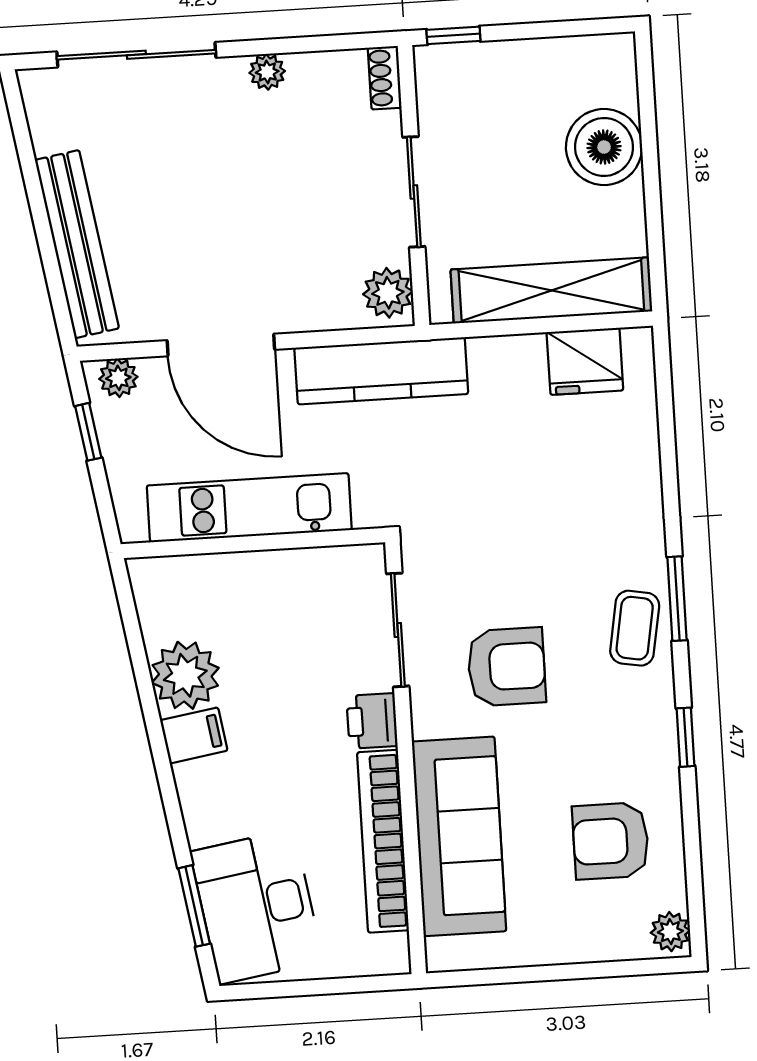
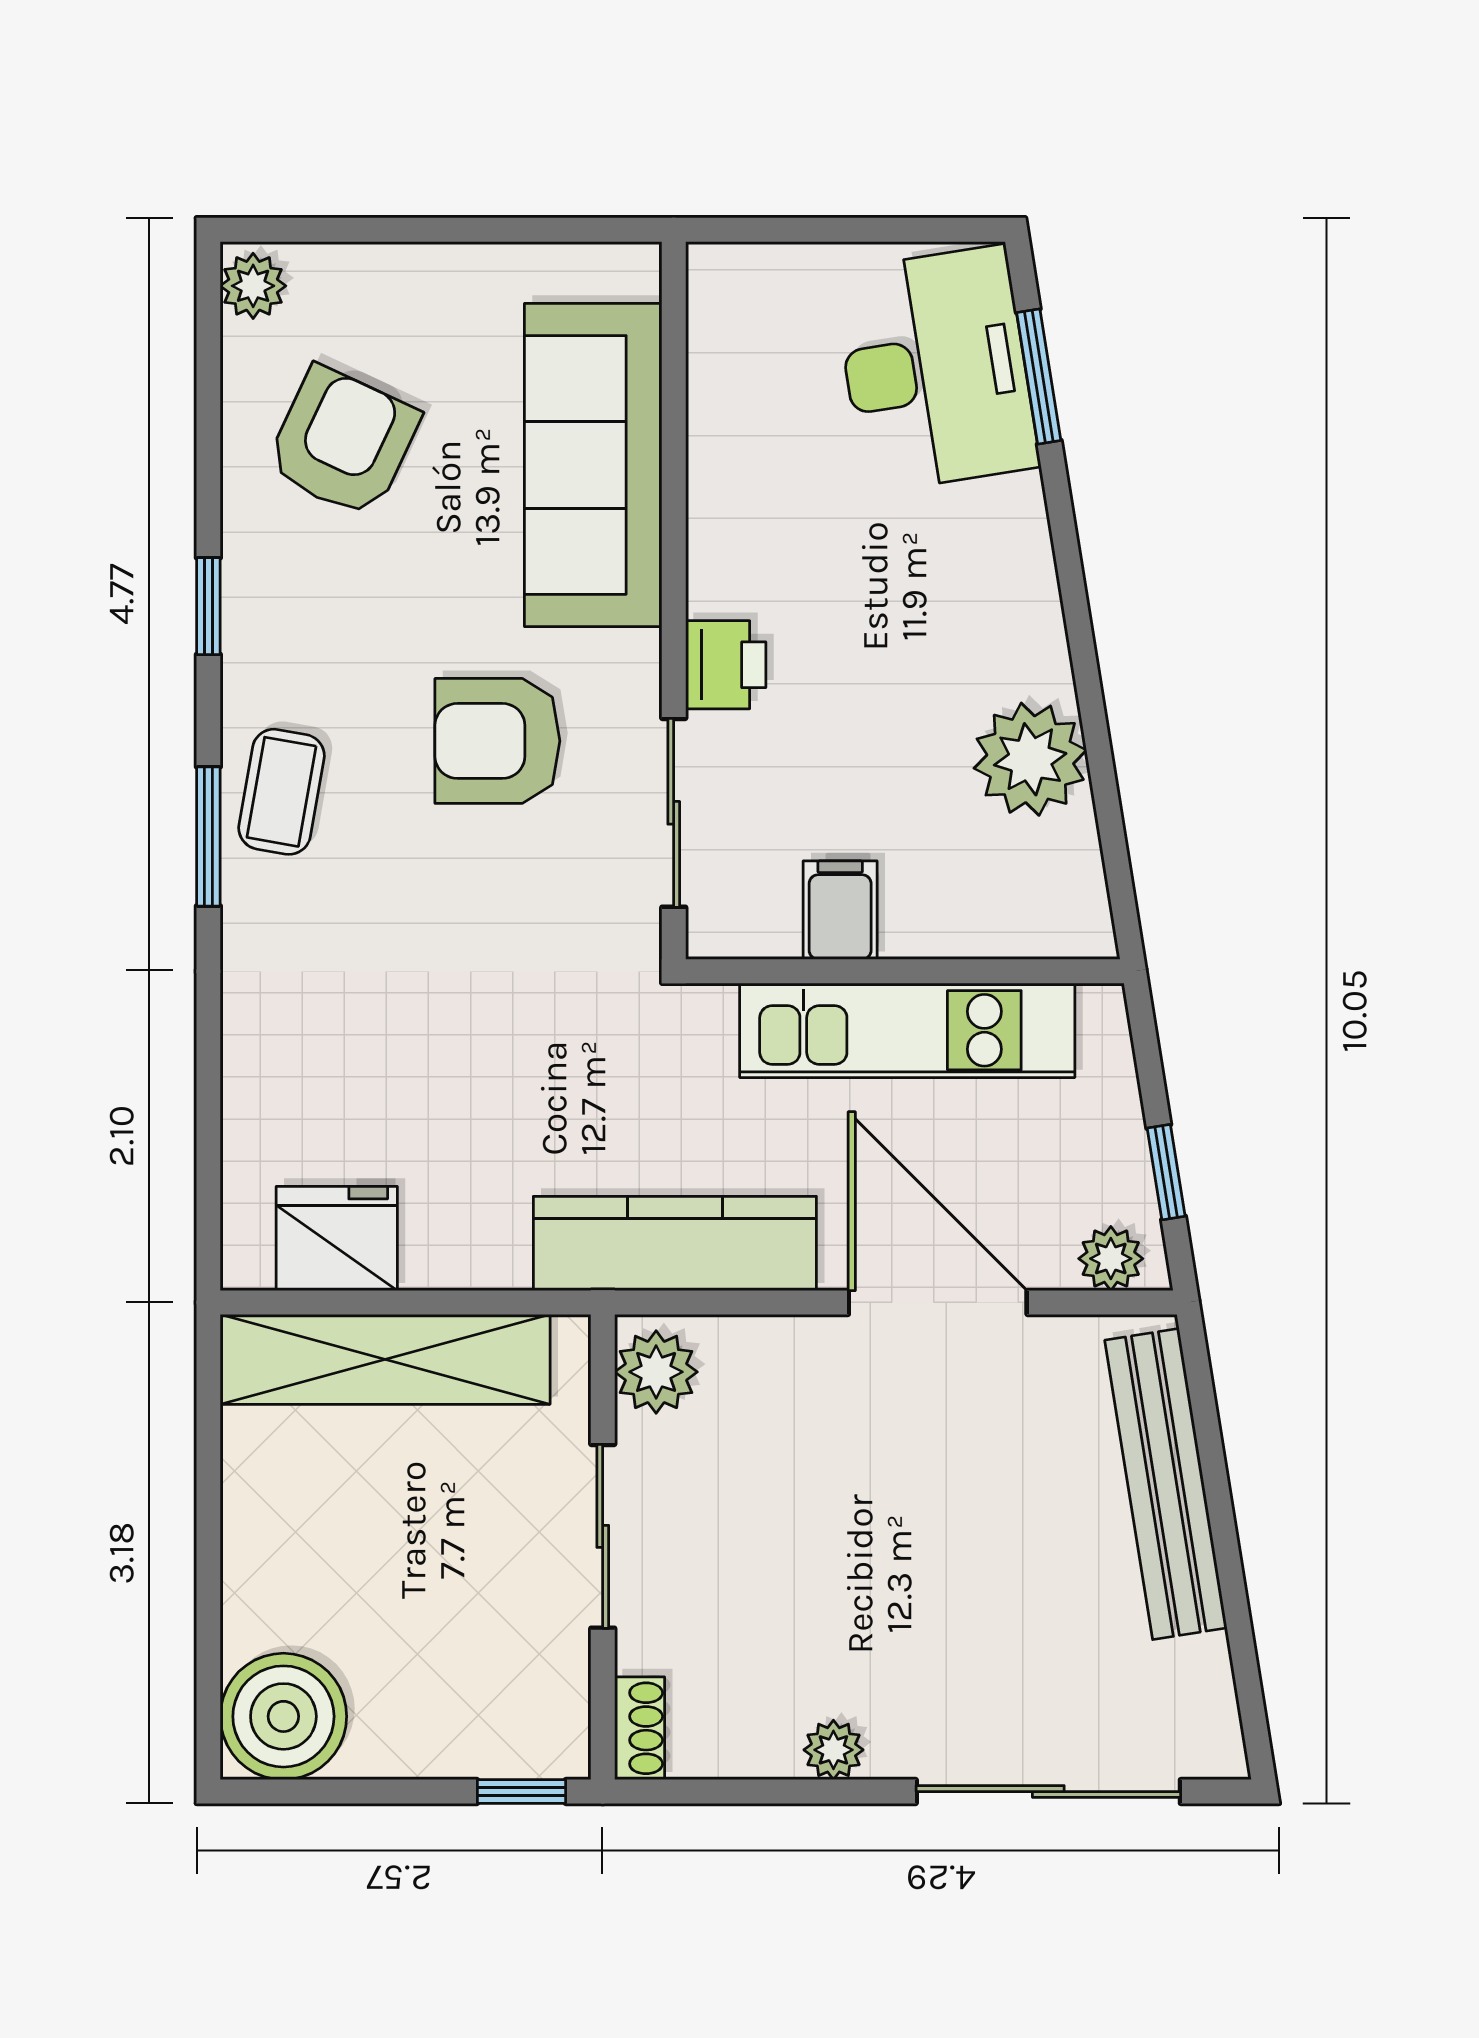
boiler: (604, 147) -> (283, 1716), moved
filing cabinet: (194, 735) -> (840, 910), moved, turned 99
bookcase: (383, 841) -> (720, 464), removed
armchair: (611, 841) -> (343, 442), turned -65

